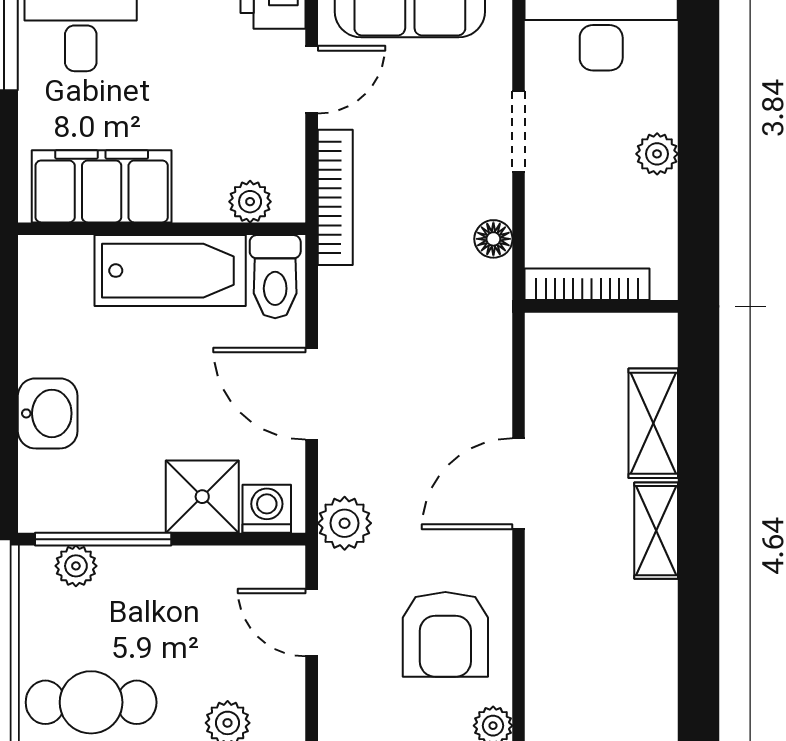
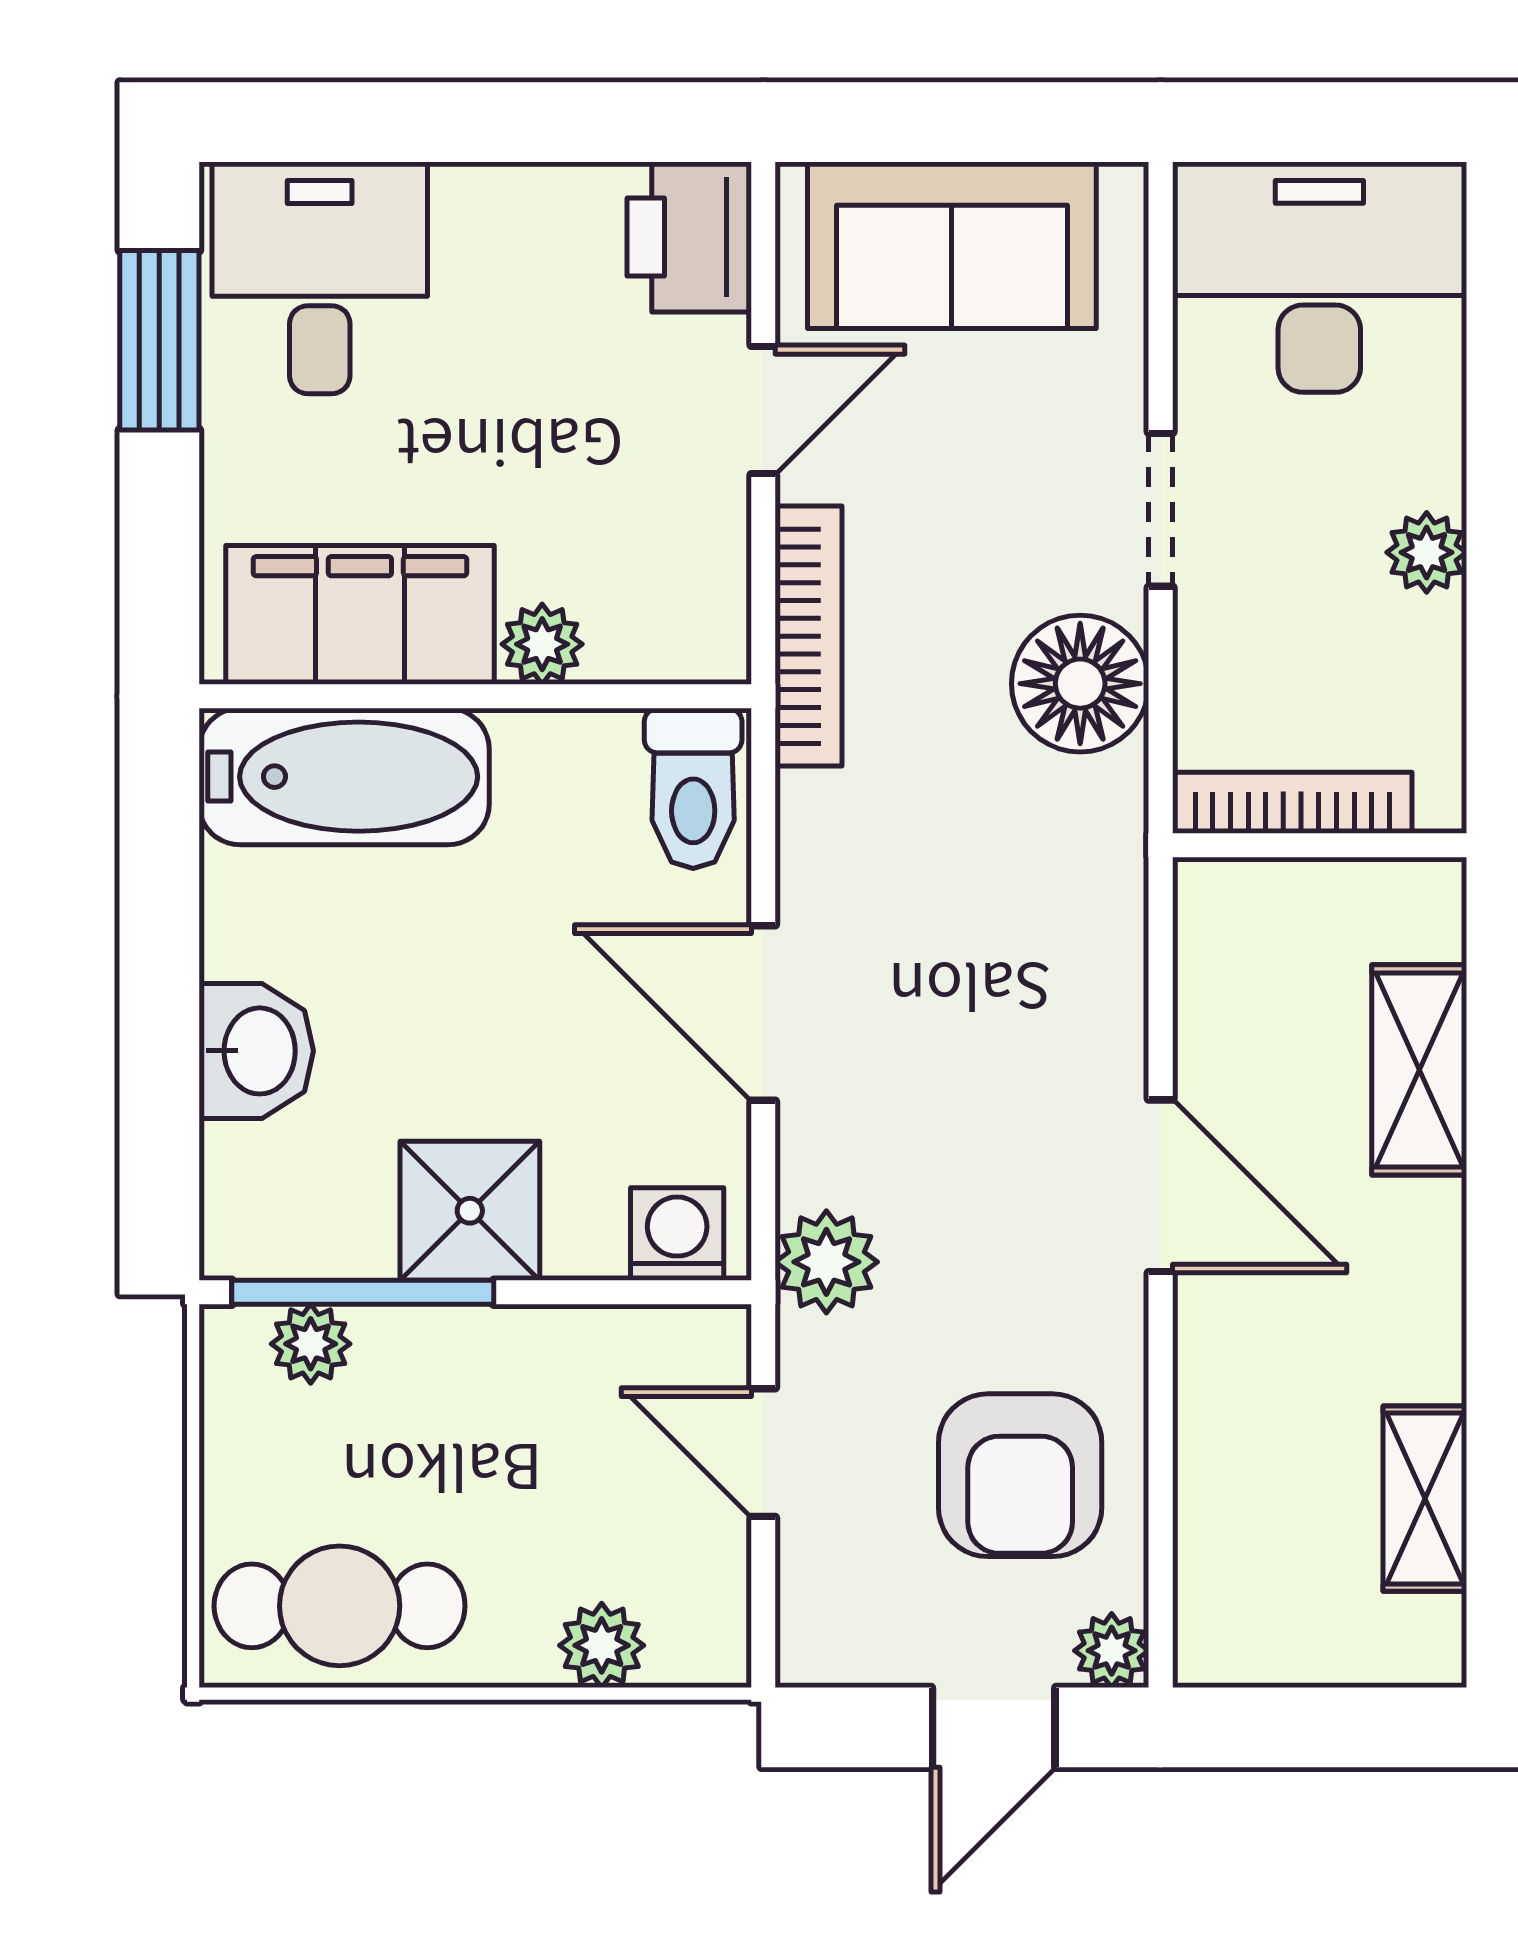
plant: (250, 202) -> (542, 644), moved
floor lamp: (493, 239) -> (1080, 684), width x1.89, depth x1.89
bathtub: (170, 271) -> (344, 777), moved
door: (519, 484) -> (1161, 1186), swing flipped
shower: (202, 497) -> (470, 1211), moved
shelving: (656, 531) -> (1425, 1499), moved

